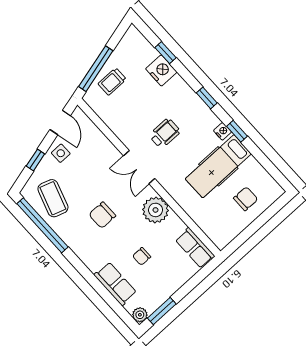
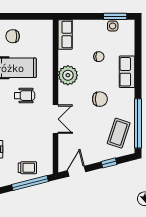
wheelchair: (165, 133) -> (24, 96), moved, turned 180
side table: (61, 153) -> (113, 26), moved
double door: (139, 167) -> (55, 119), moved
row of seats: (115, 284) -> (127, 72), moved
plant: (140, 315) -> (129, 25), removed

